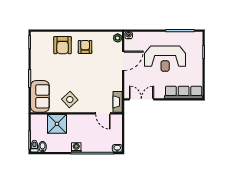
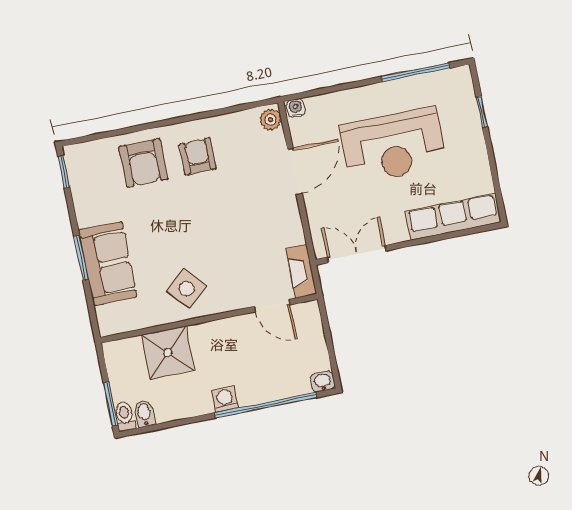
sofa: (40, 96) -> (108, 264), moved

